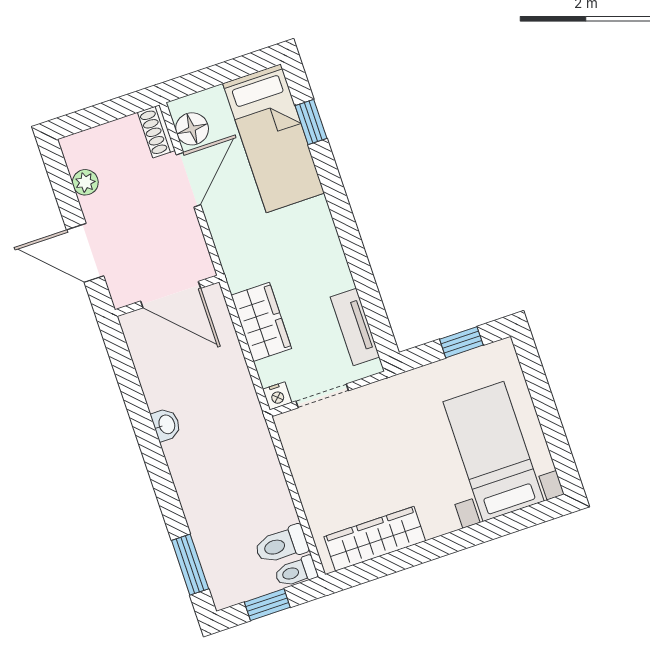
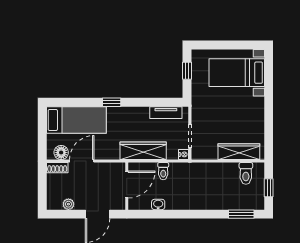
window: (311, 122) -> (112, 102), moved
door: (189, 180) -> (82, 161), hinge flipped
wardrobe: (261, 322) -> (143, 151), width x1.50
washbasin: (166, 425) -> (158, 204), moved
wardrobe: (375, 539) -> (239, 152), moved, turned 90
toilet: (296, 572) -> (163, 171), moved

